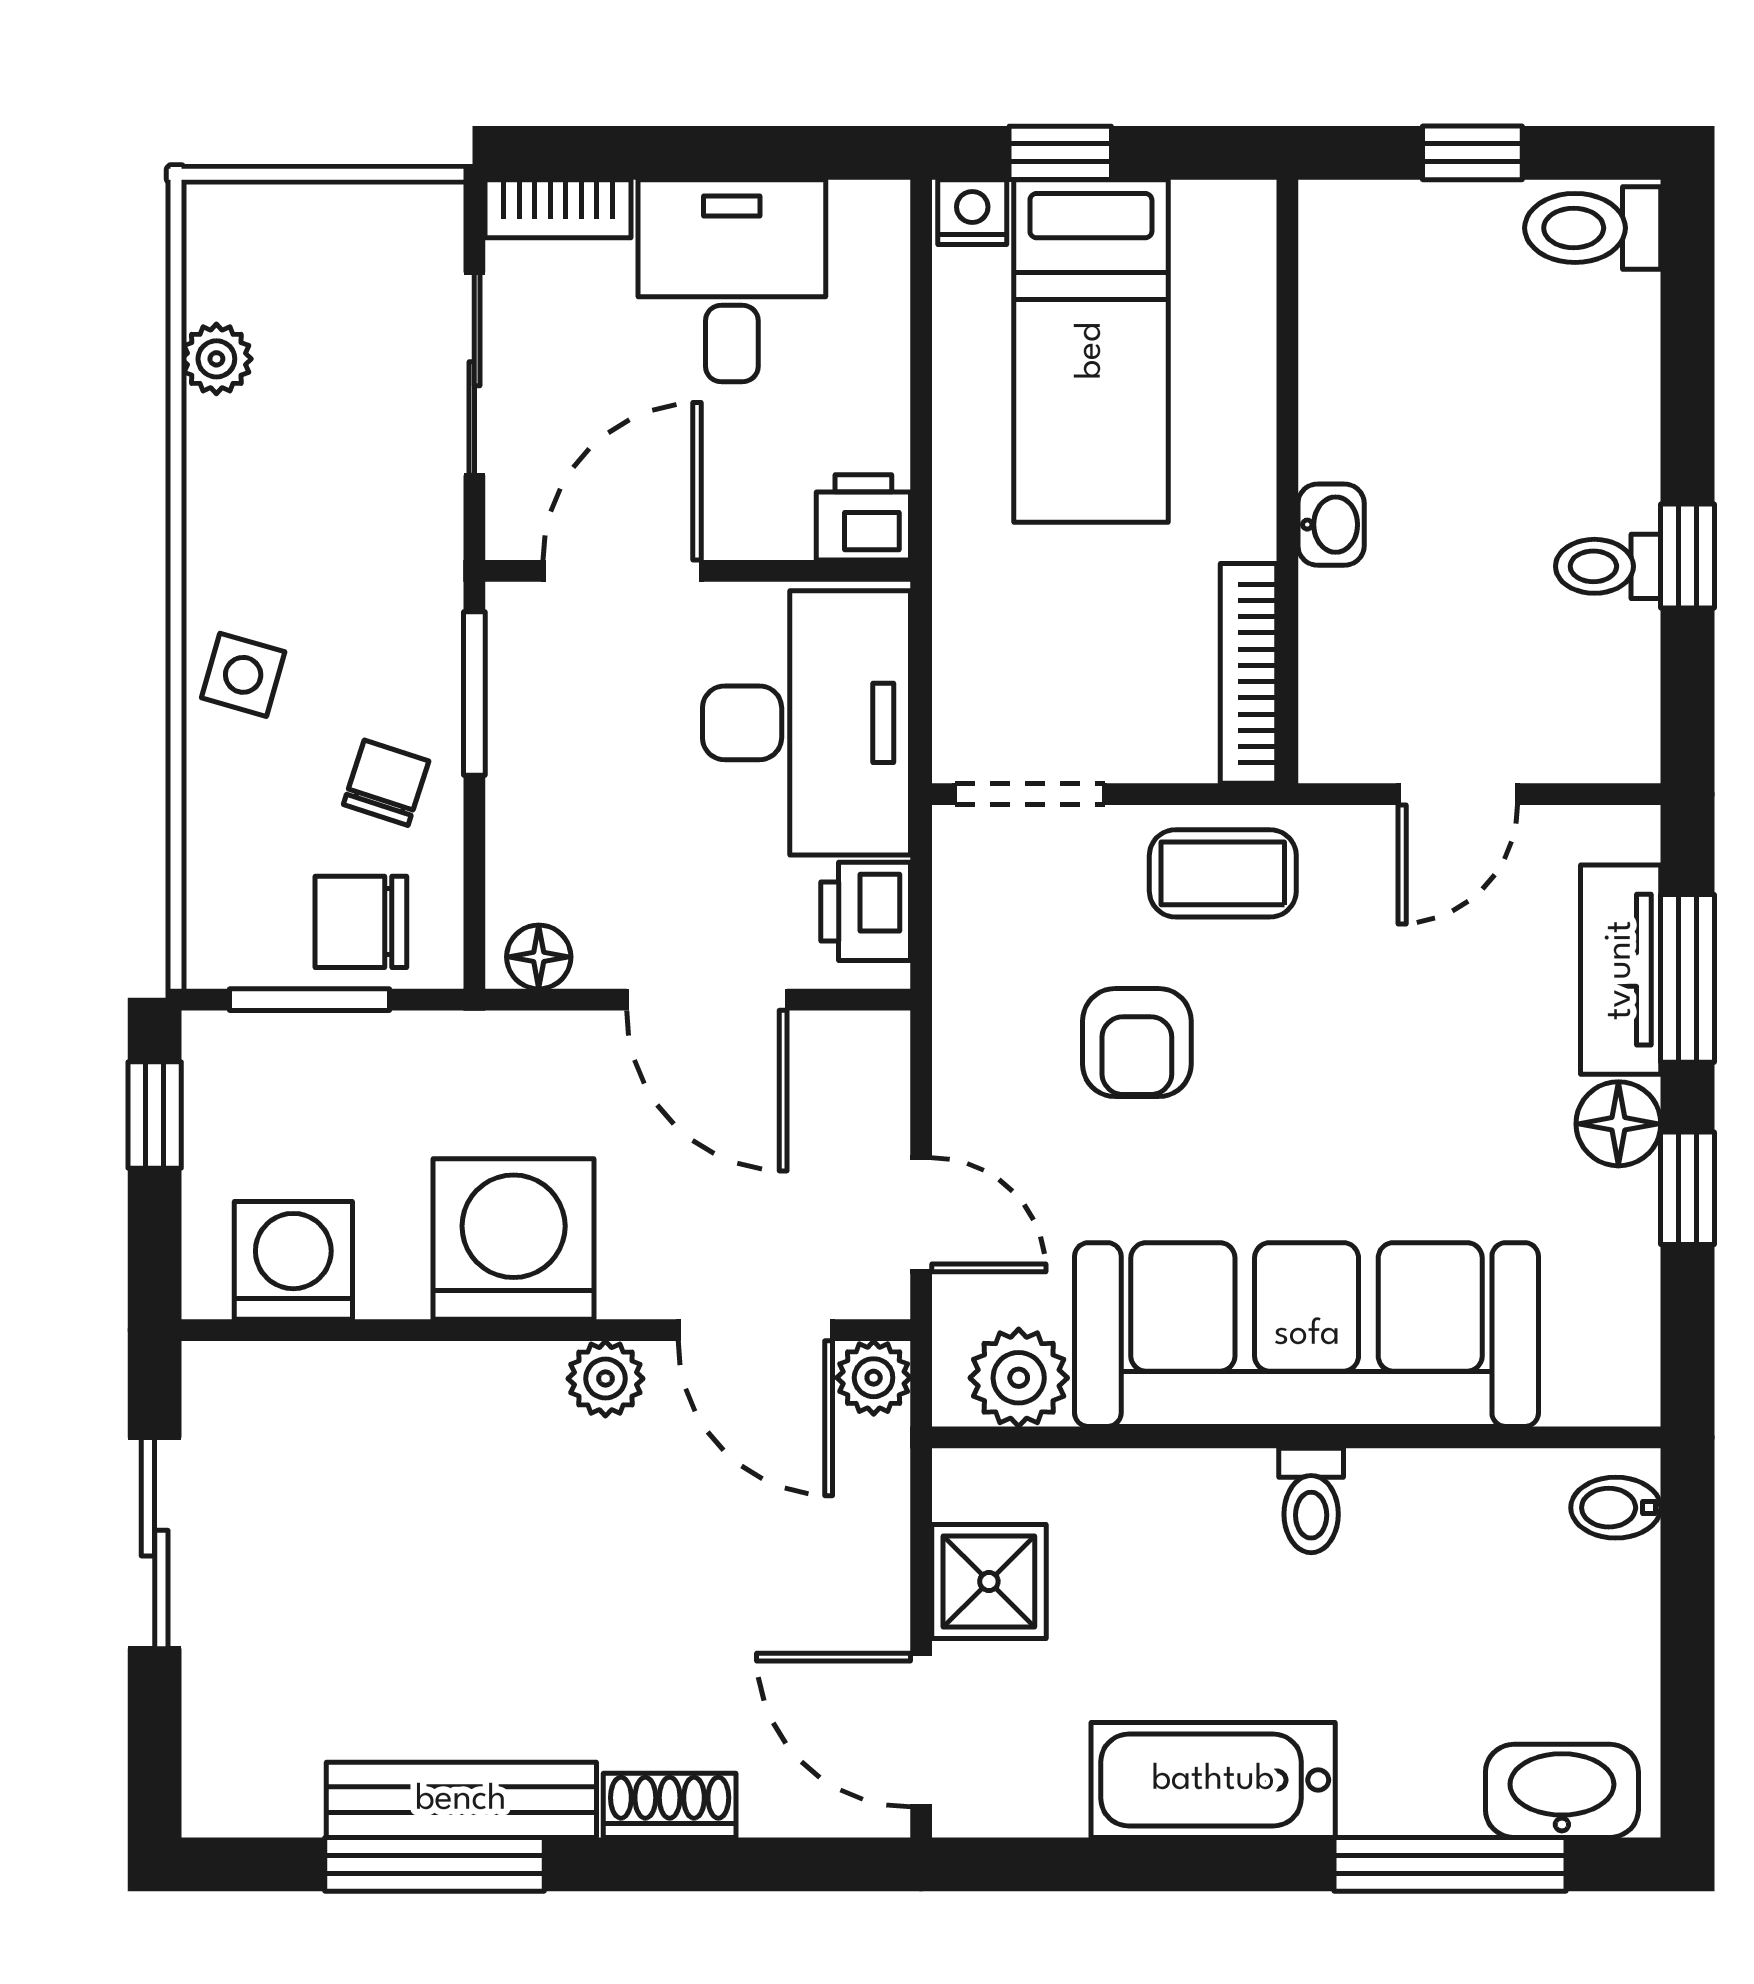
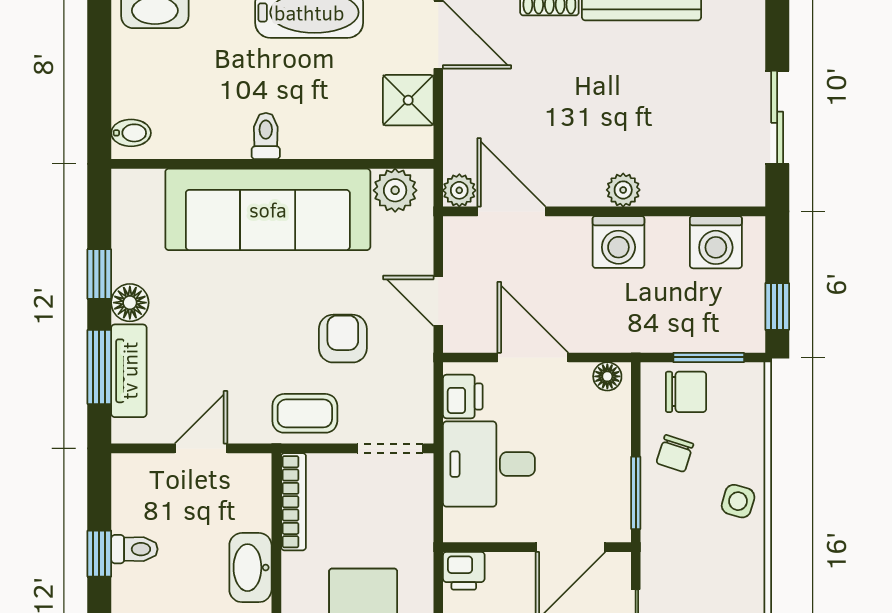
washbasin: (1331, 525) -> (250, 568), width x1.91, depth x1.45
desk: (806, 723) -> (489, 464), width x0.73
door: (921, 1215) -> (438, 301), moved
washing machine: (514, 1239) -> (618, 242), width x0.73, depth x0.73
plant: (605, 1379) -> (623, 190), moved

